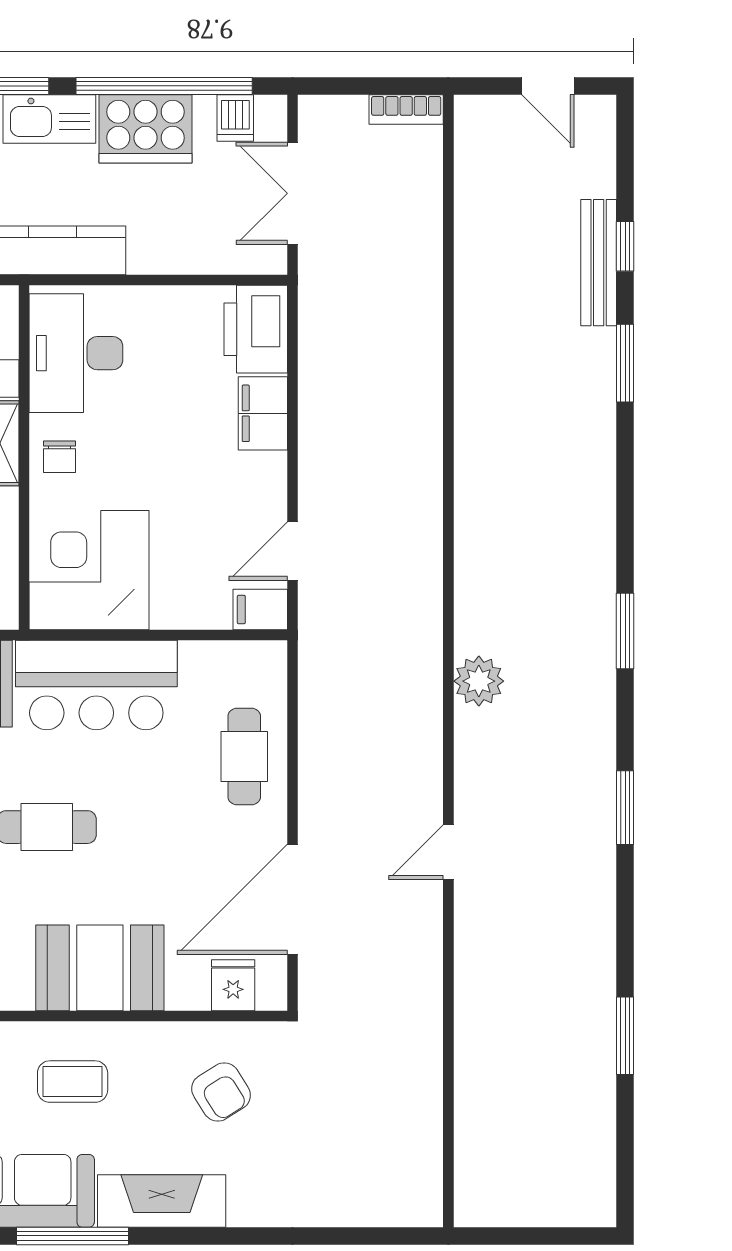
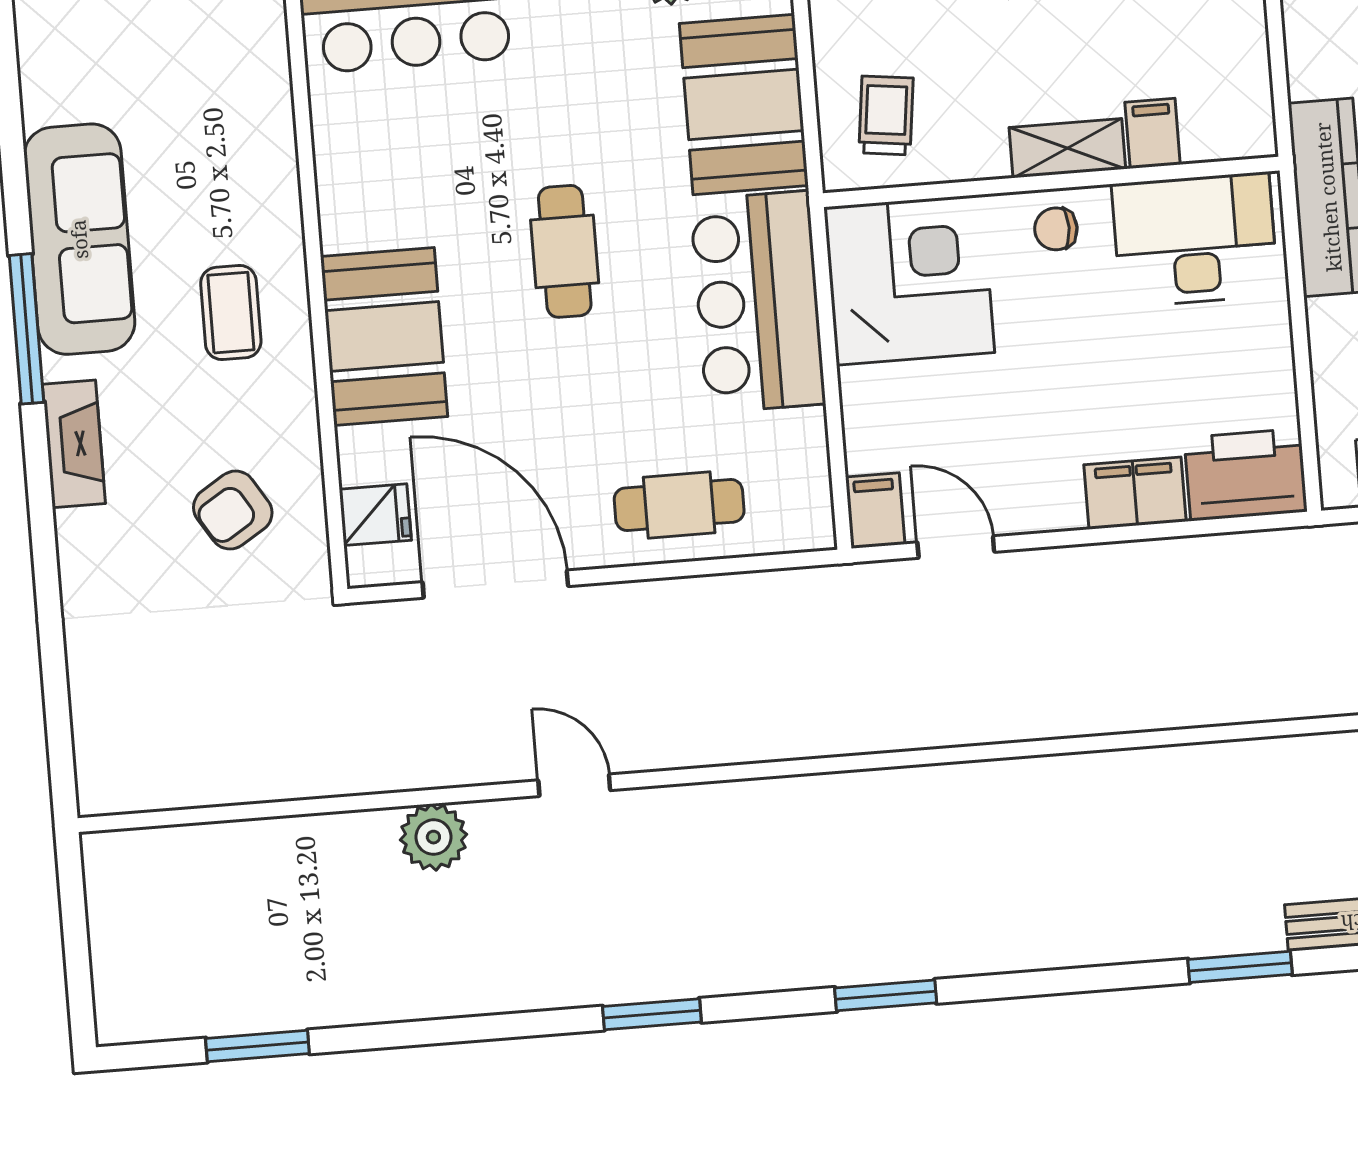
plant: (479, 681) -> (433, 837), moved
window: (625, 1036) -> (257, 1046), moved
fireplace: (162, 1201) -> (74, 444), width x0.73, depth x0.76

